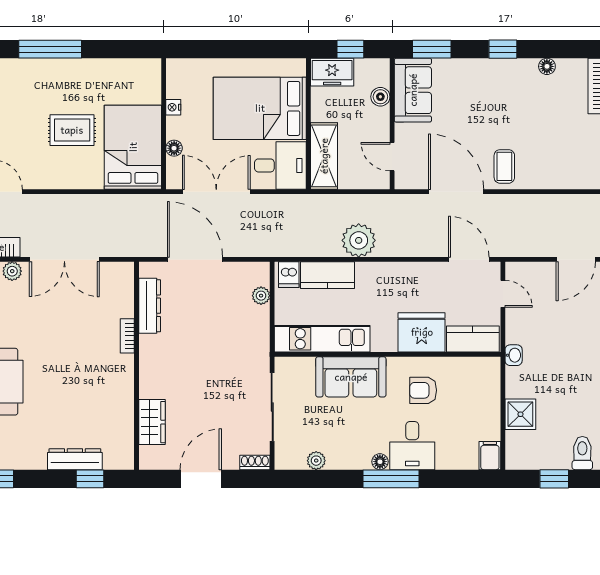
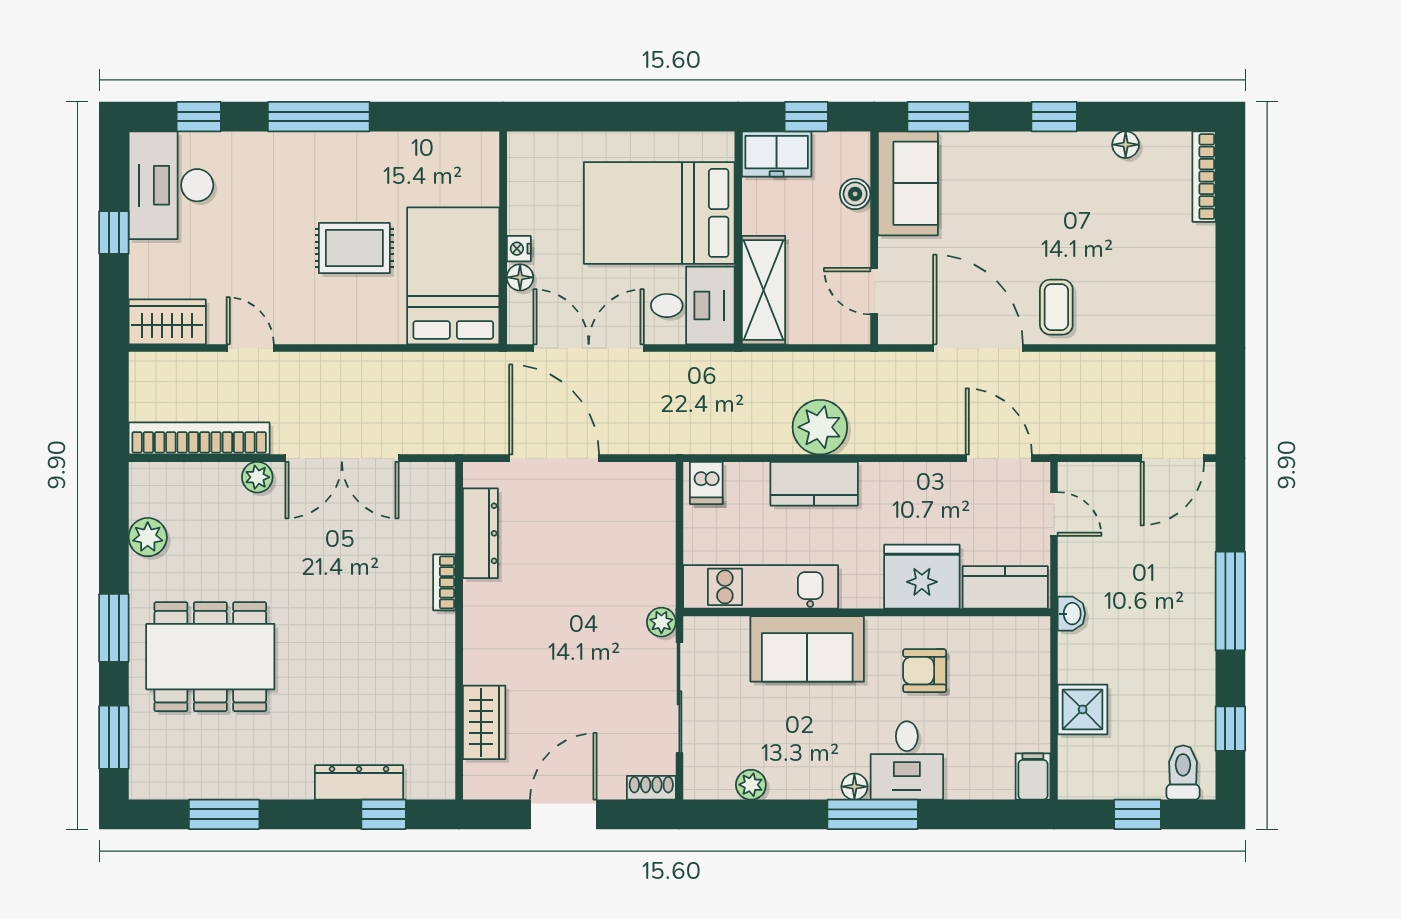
nightstand: (173, 107) -> (519, 249), moved
kitchen counter: (328, 275) -> (814, 484), moved
plant: (261, 296) -> (661, 622), moved

